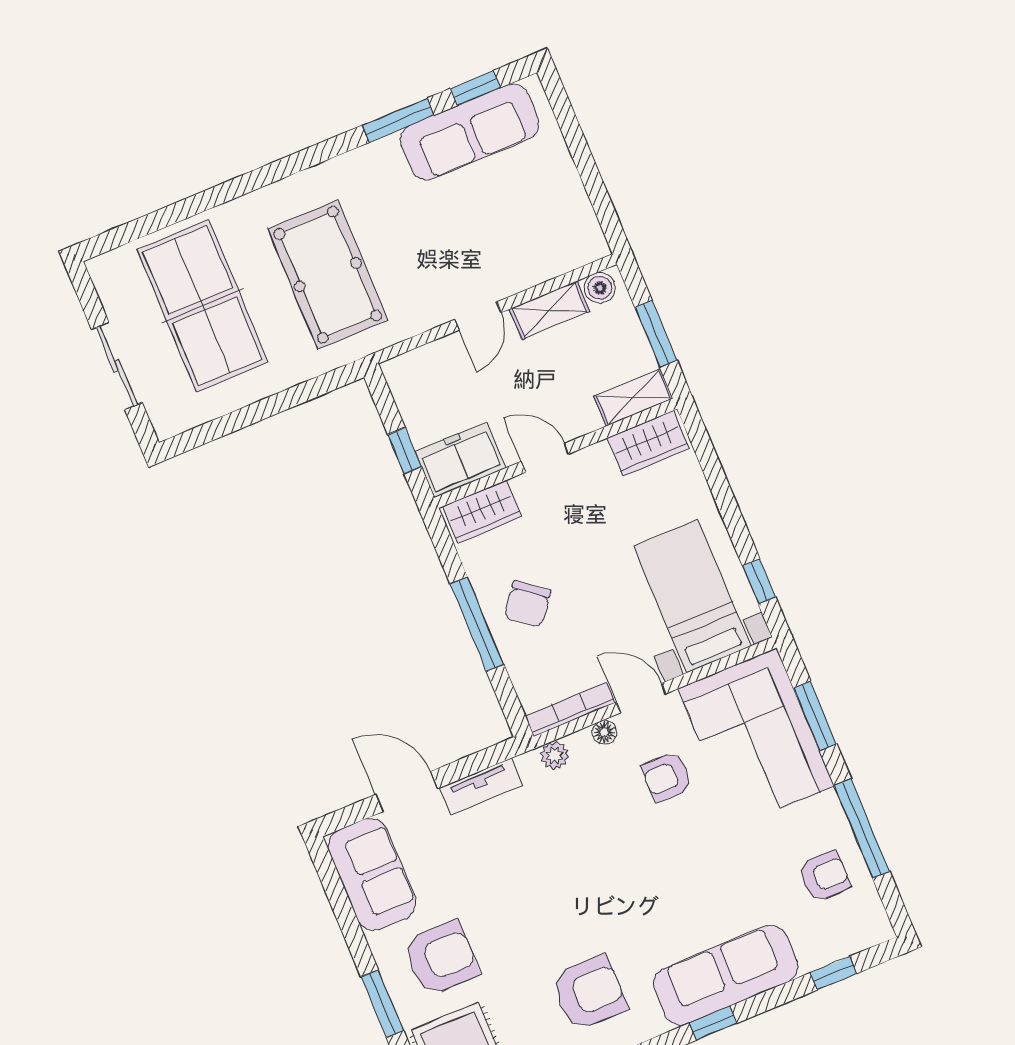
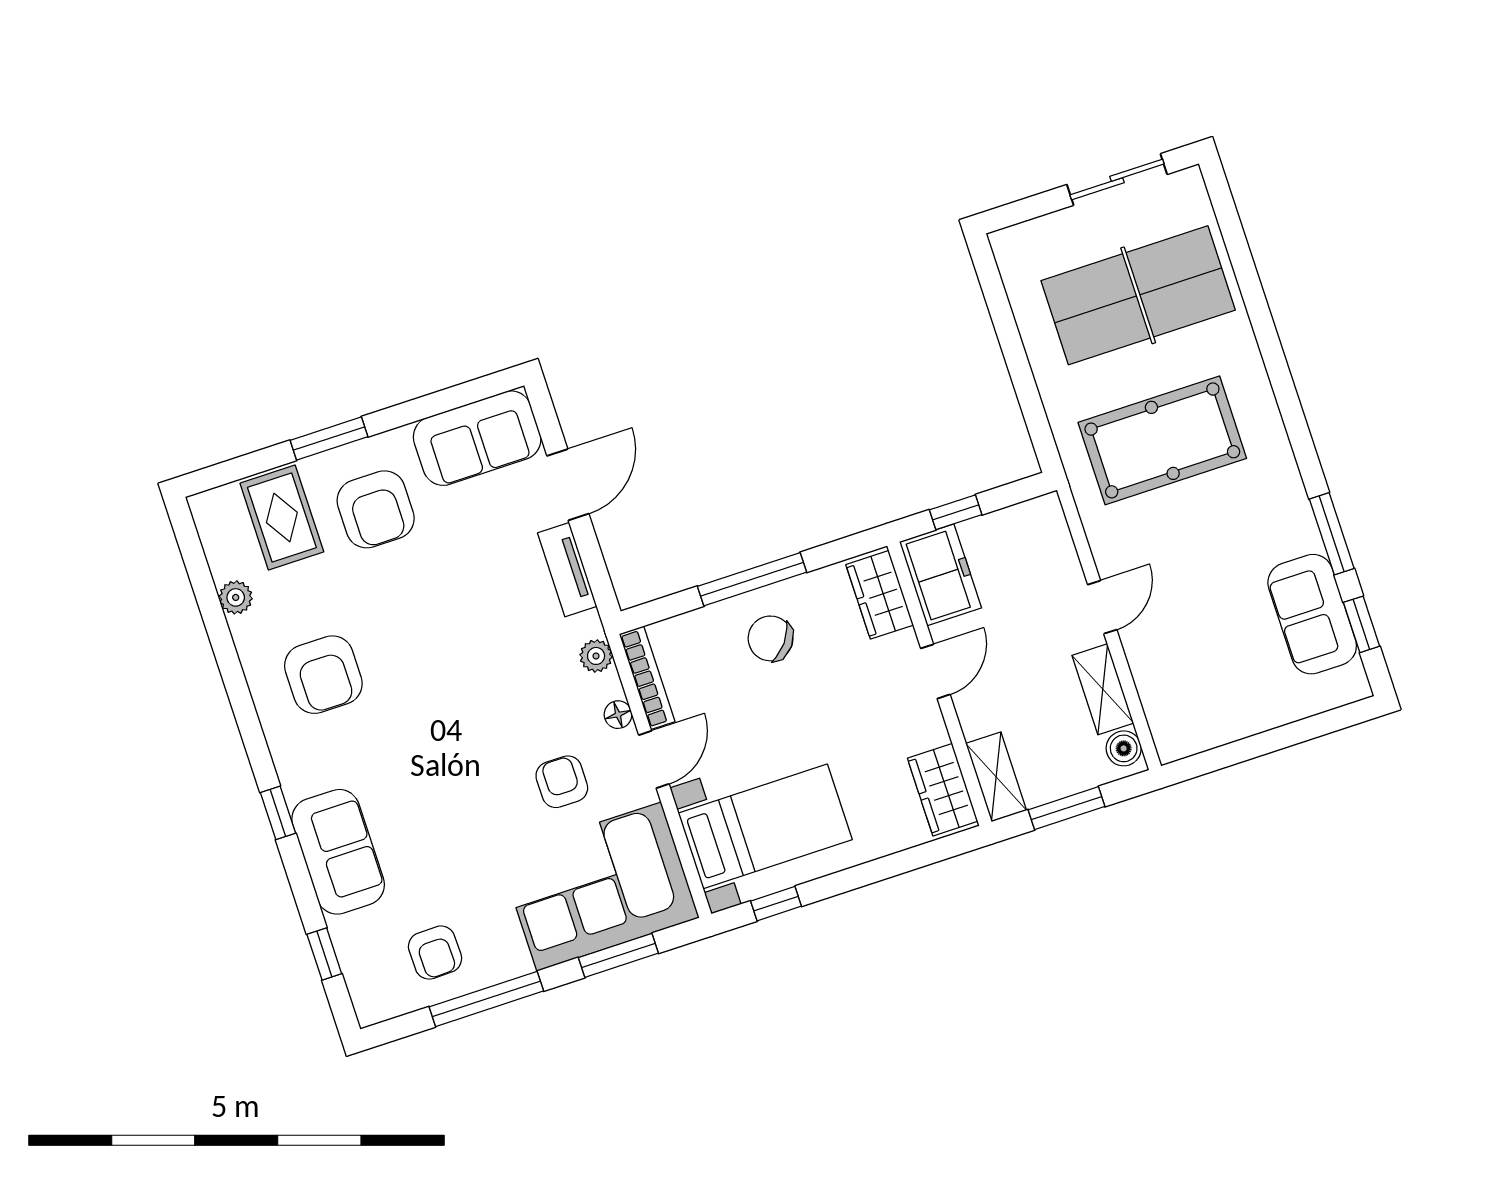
sofa: (470, 132) -> (1312, 614), width x0.73
door: (478, 316) -> (1102, 607), swing flipped
sliding door: (117, 366) -> (1117, 179), moved
sofa: (726, 975) -> (338, 852), width x0.73

